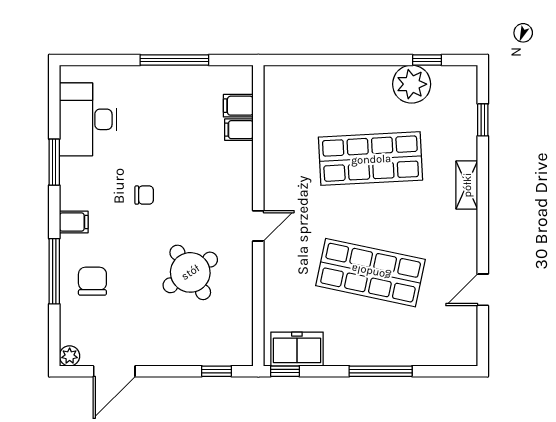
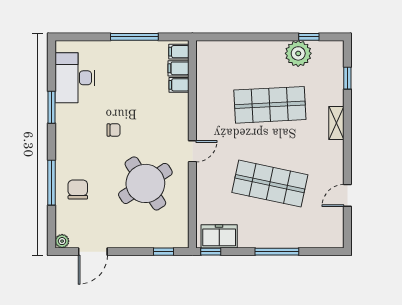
filing cabinet: (74, 222) -> (179, 52), moved, turned 180
round table: (190, 272) -> (145, 183), width x1.36, depth x1.36

